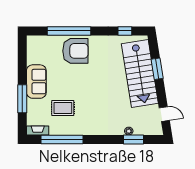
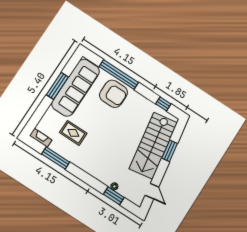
sofa: (36, 82) -> (76, 88), width x1.85, depth x1.27
window: (22, 99) -> (57, 86), moved
window: (62, 140) -> (56, 158), width x0.68

